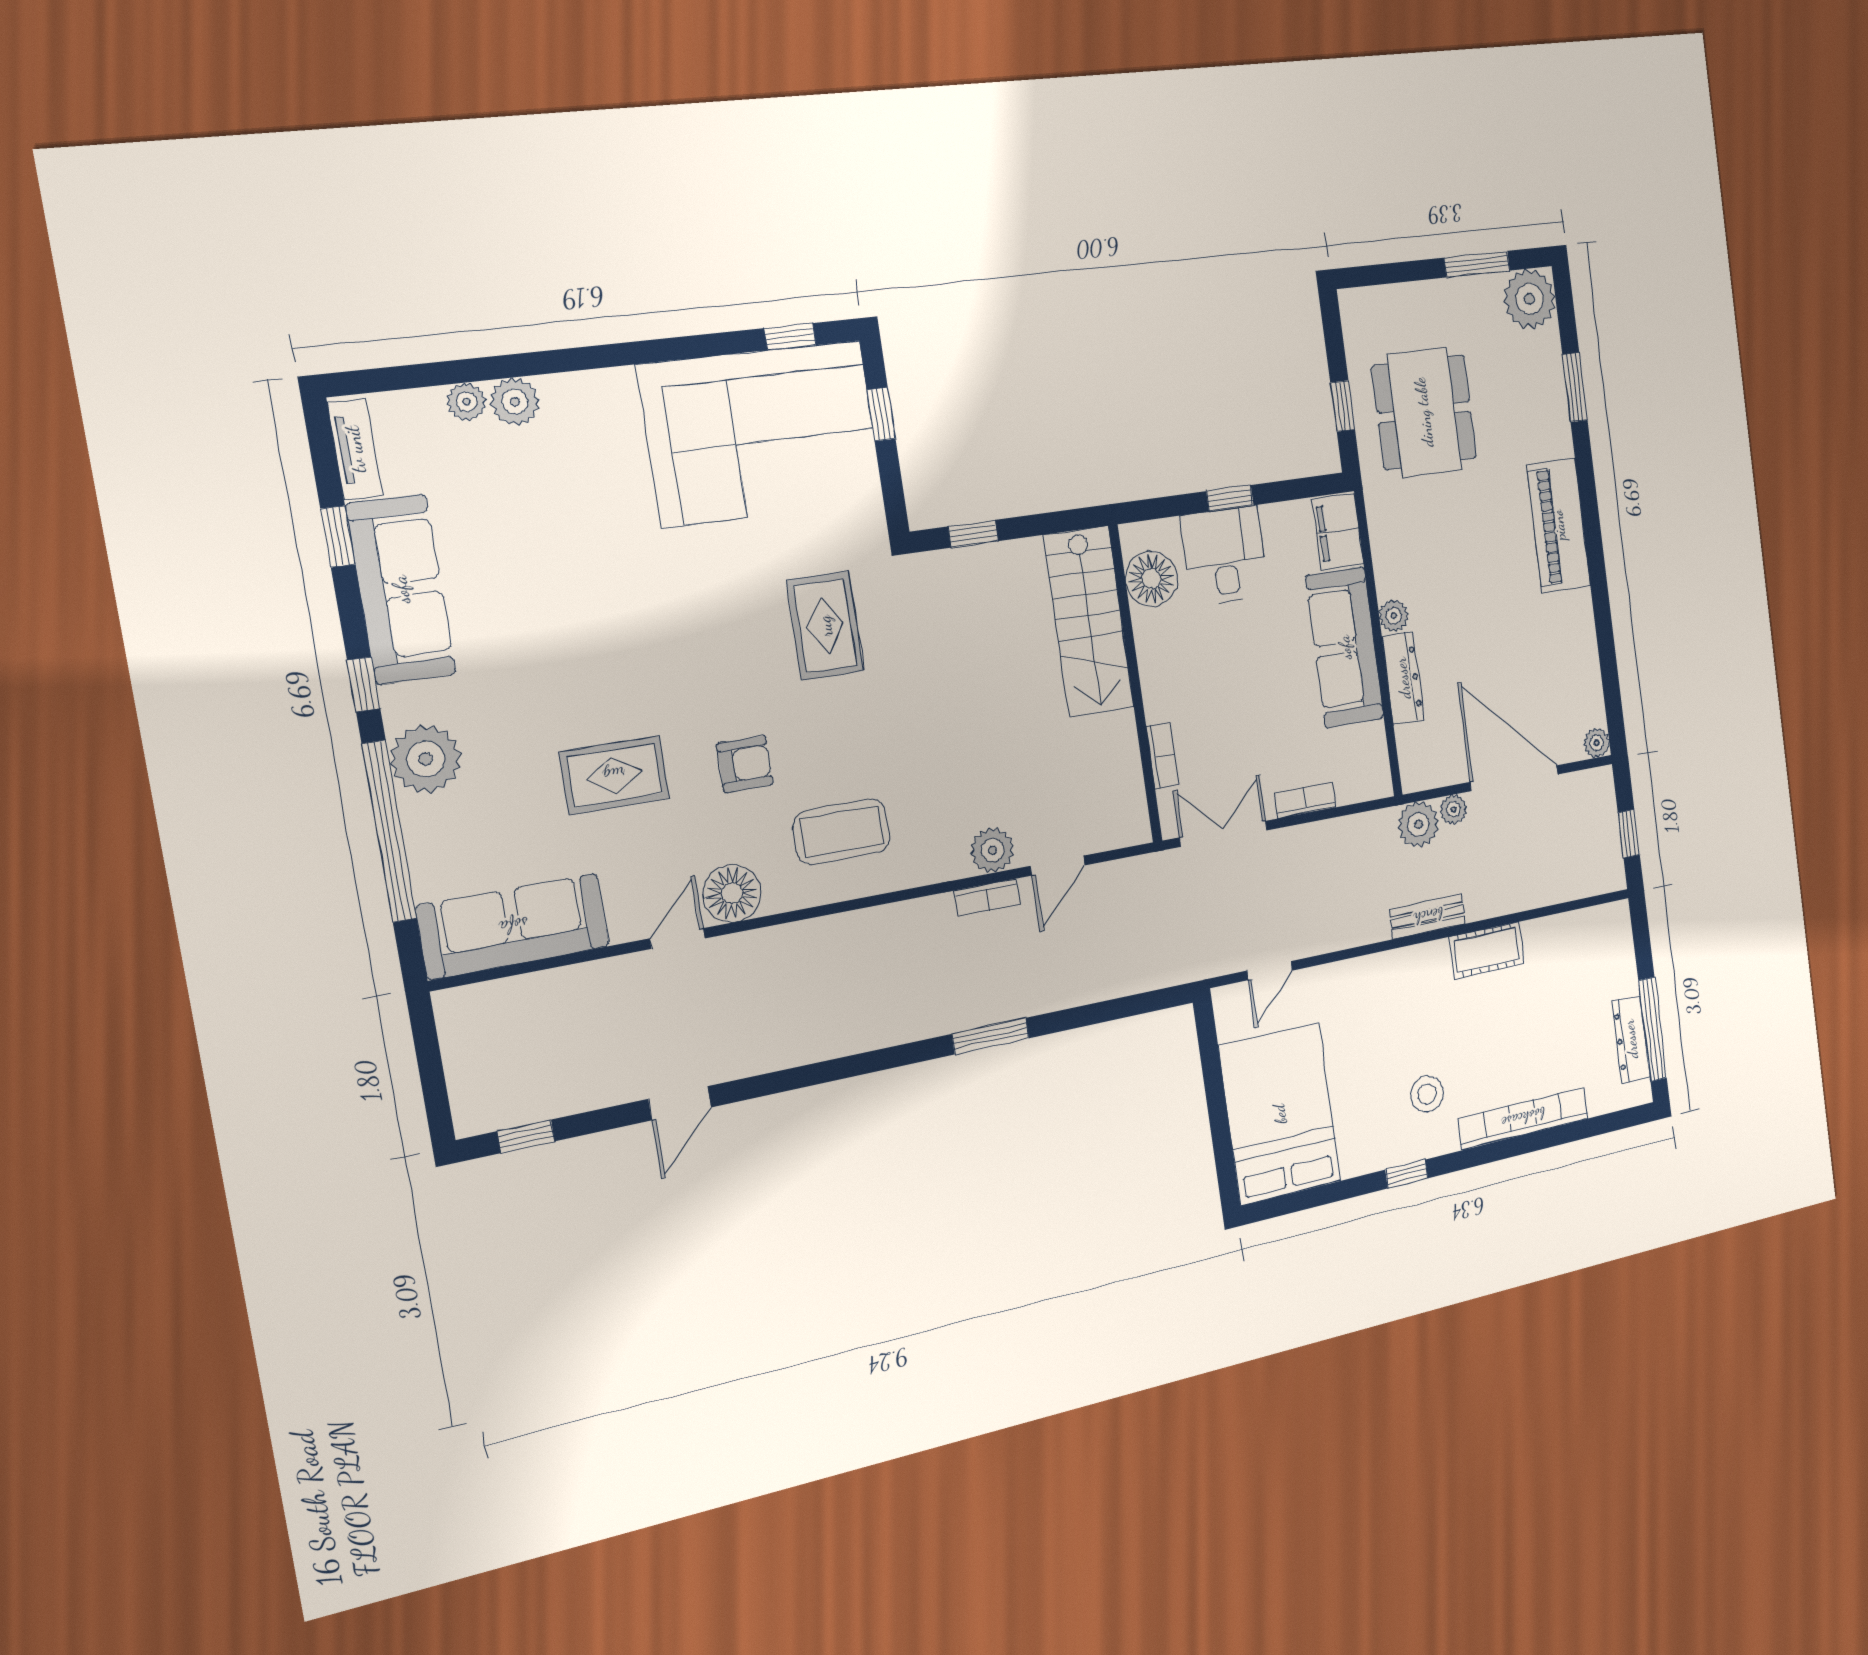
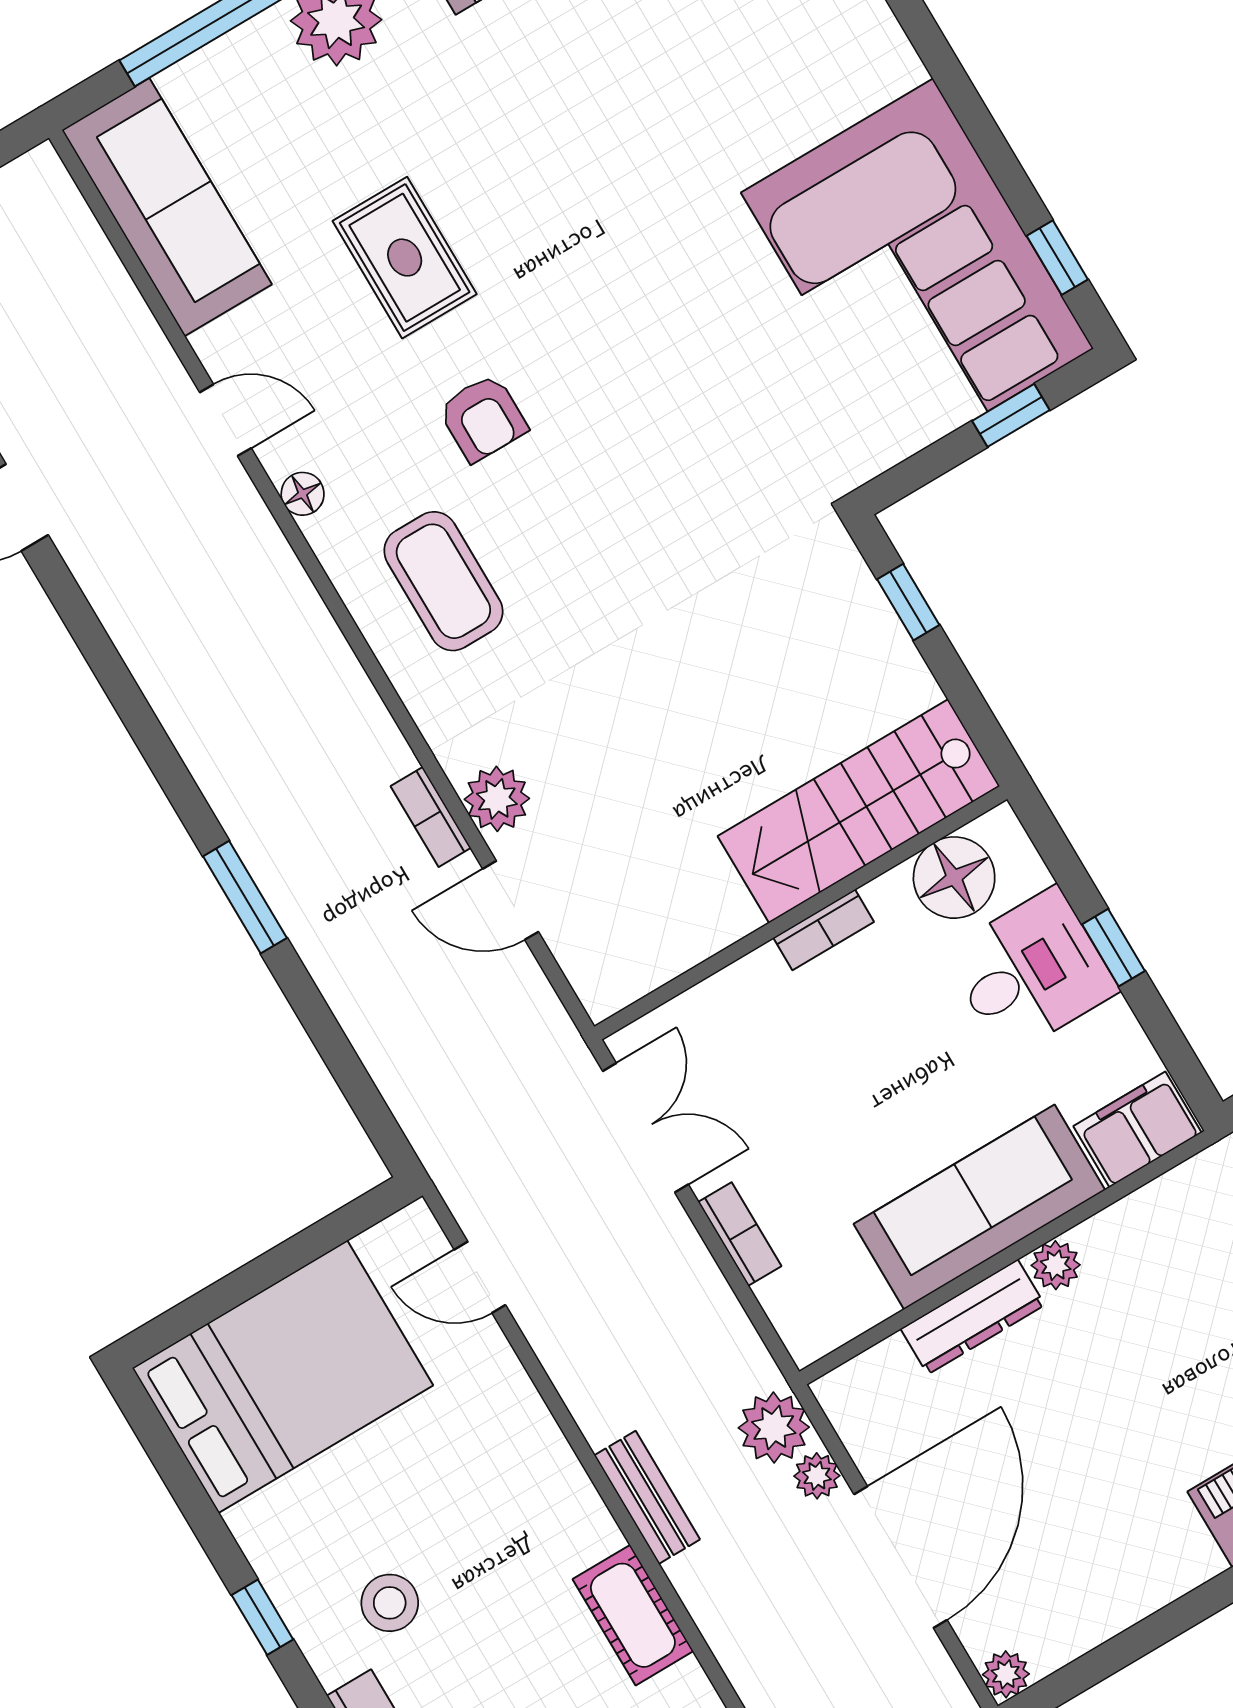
rug: (825, 626) -> (704, 452), removed
bookcase: (1162, 756) -> (824, 930), moved
floor lamp: (732, 893) -> (303, 494), width x0.53, depth x0.53

